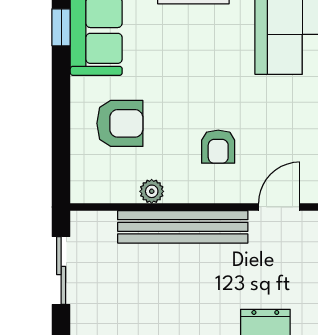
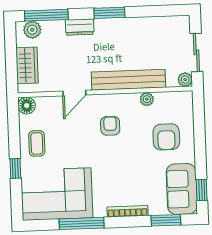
armchair: (120, 123) -> (166, 137), turned -90
plant: (83, 223) -> (185, 80), added

